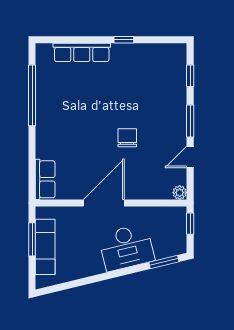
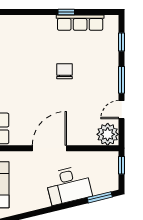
row of seats: (82, 52) -> (80, 23), moved
chair: (127, 138) -> (65, 71), moved
plant: (180, 193) -> (108, 134), width x1.87, depth x1.87

